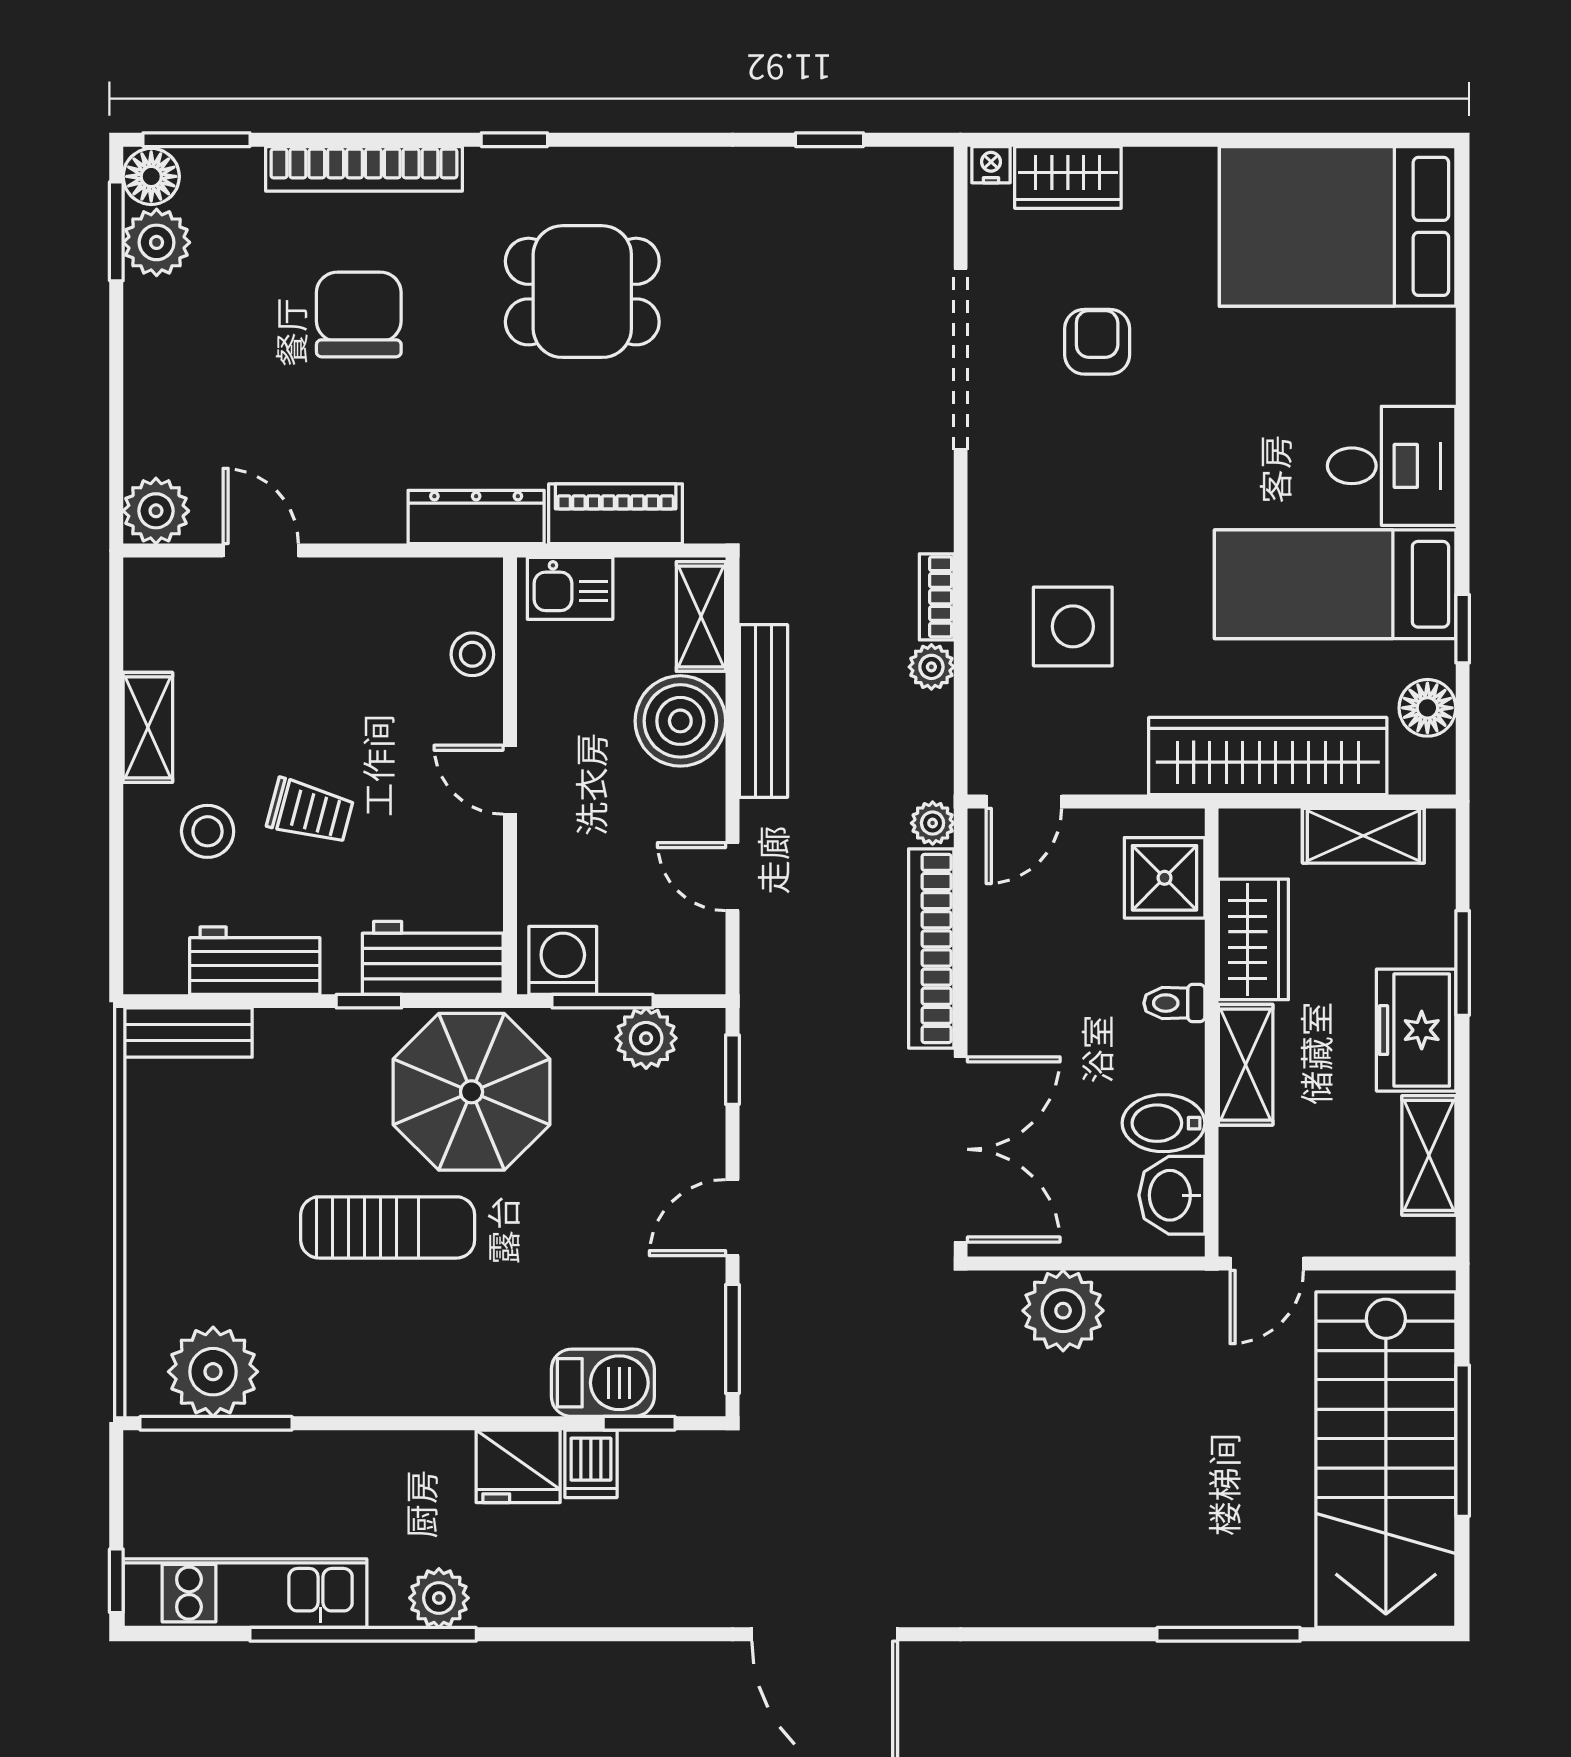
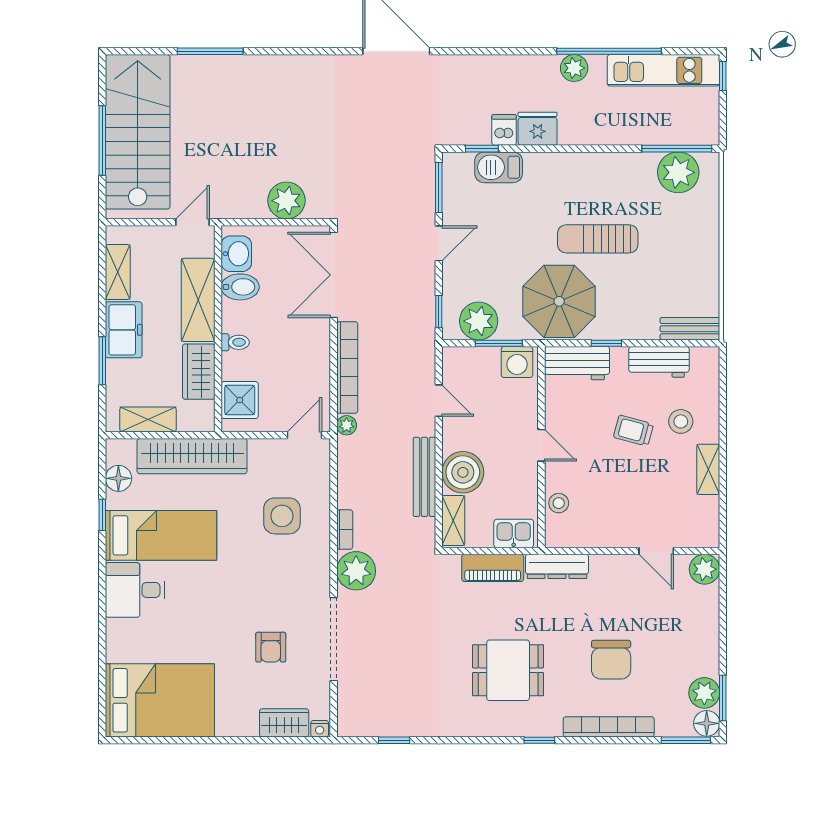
plant: (931, 667) -> (356, 571), moved, width x1.88, depth x1.88
plant: (646, 1038) -> (479, 321), width x1.36, depth x1.36
shelving: (1246, 1065) -> (198, 300), width x1.50, depth x1.33

